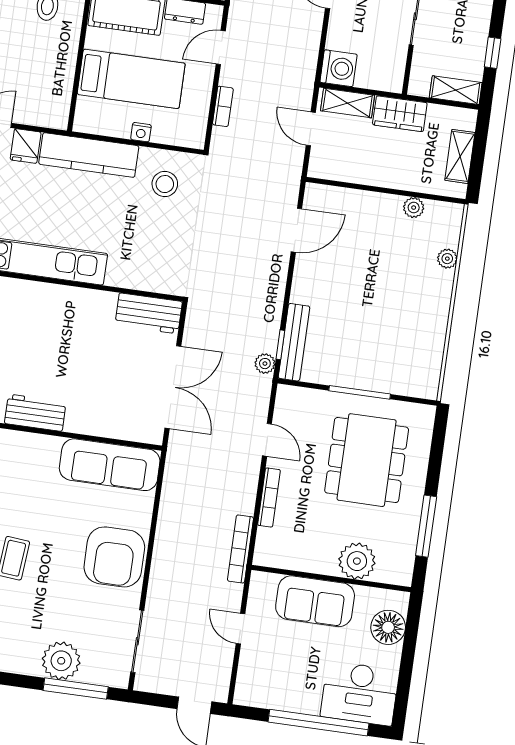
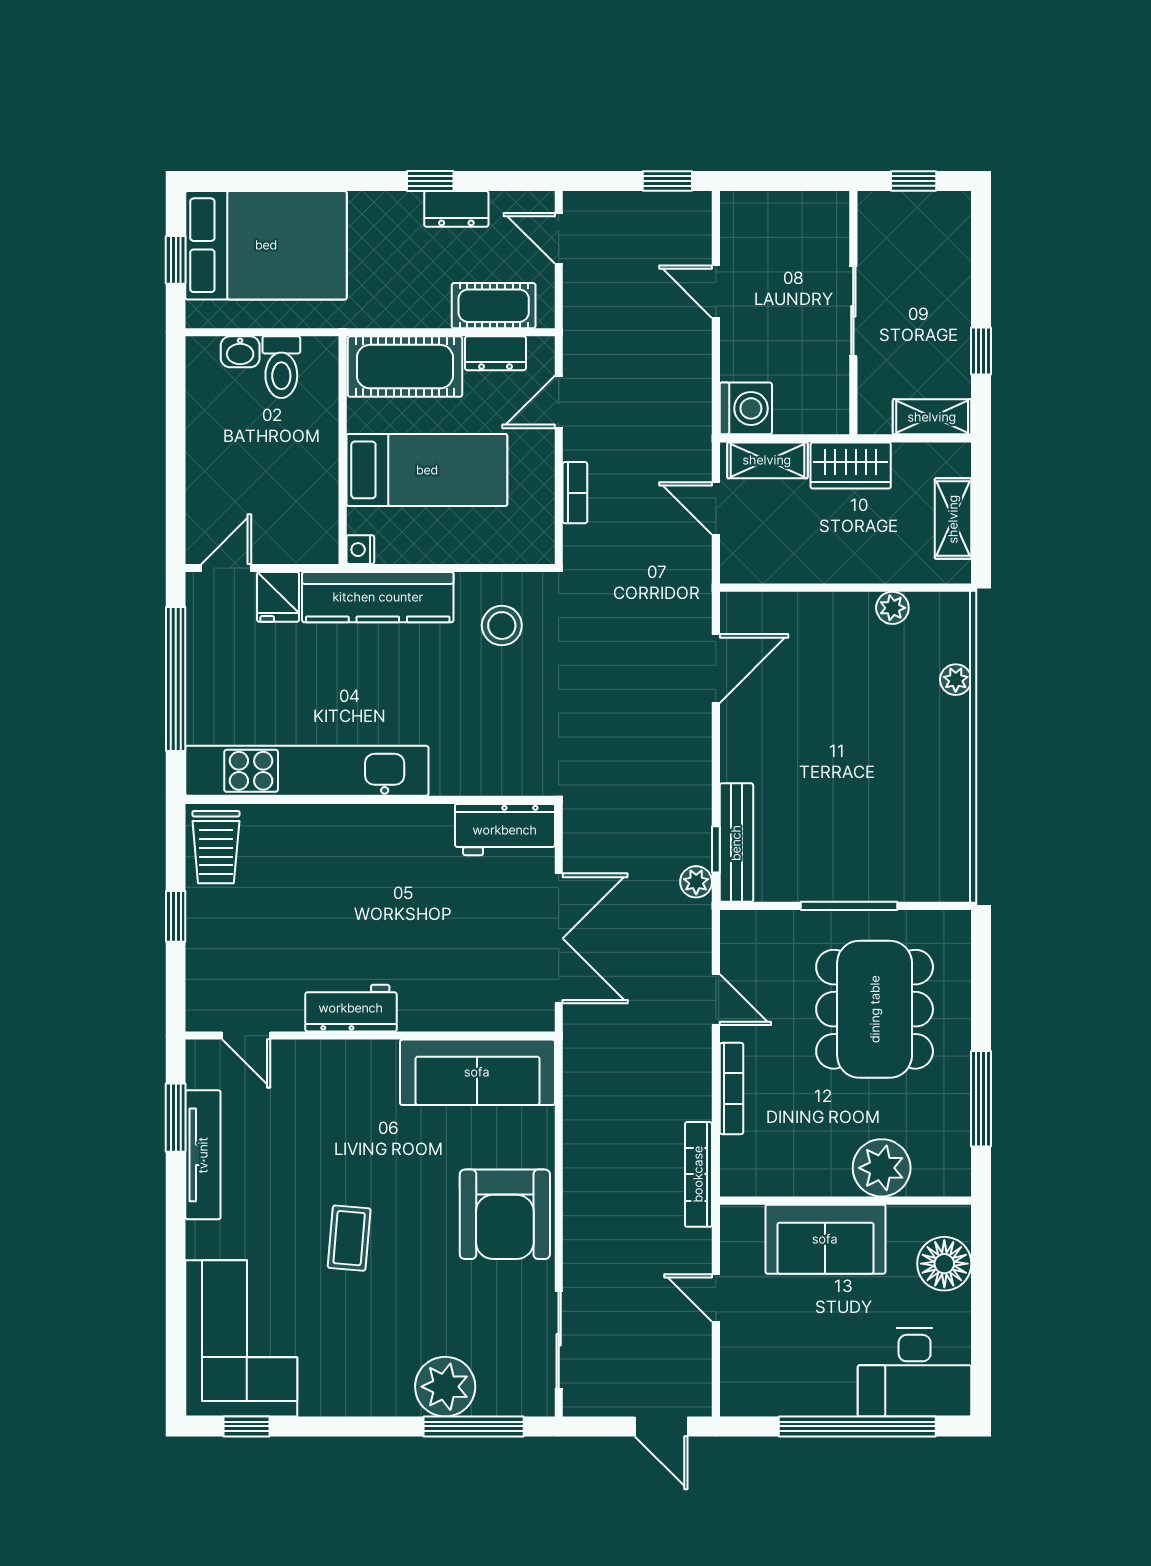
nightstand: (141, 132) -> (360, 550), moved, turned 90

